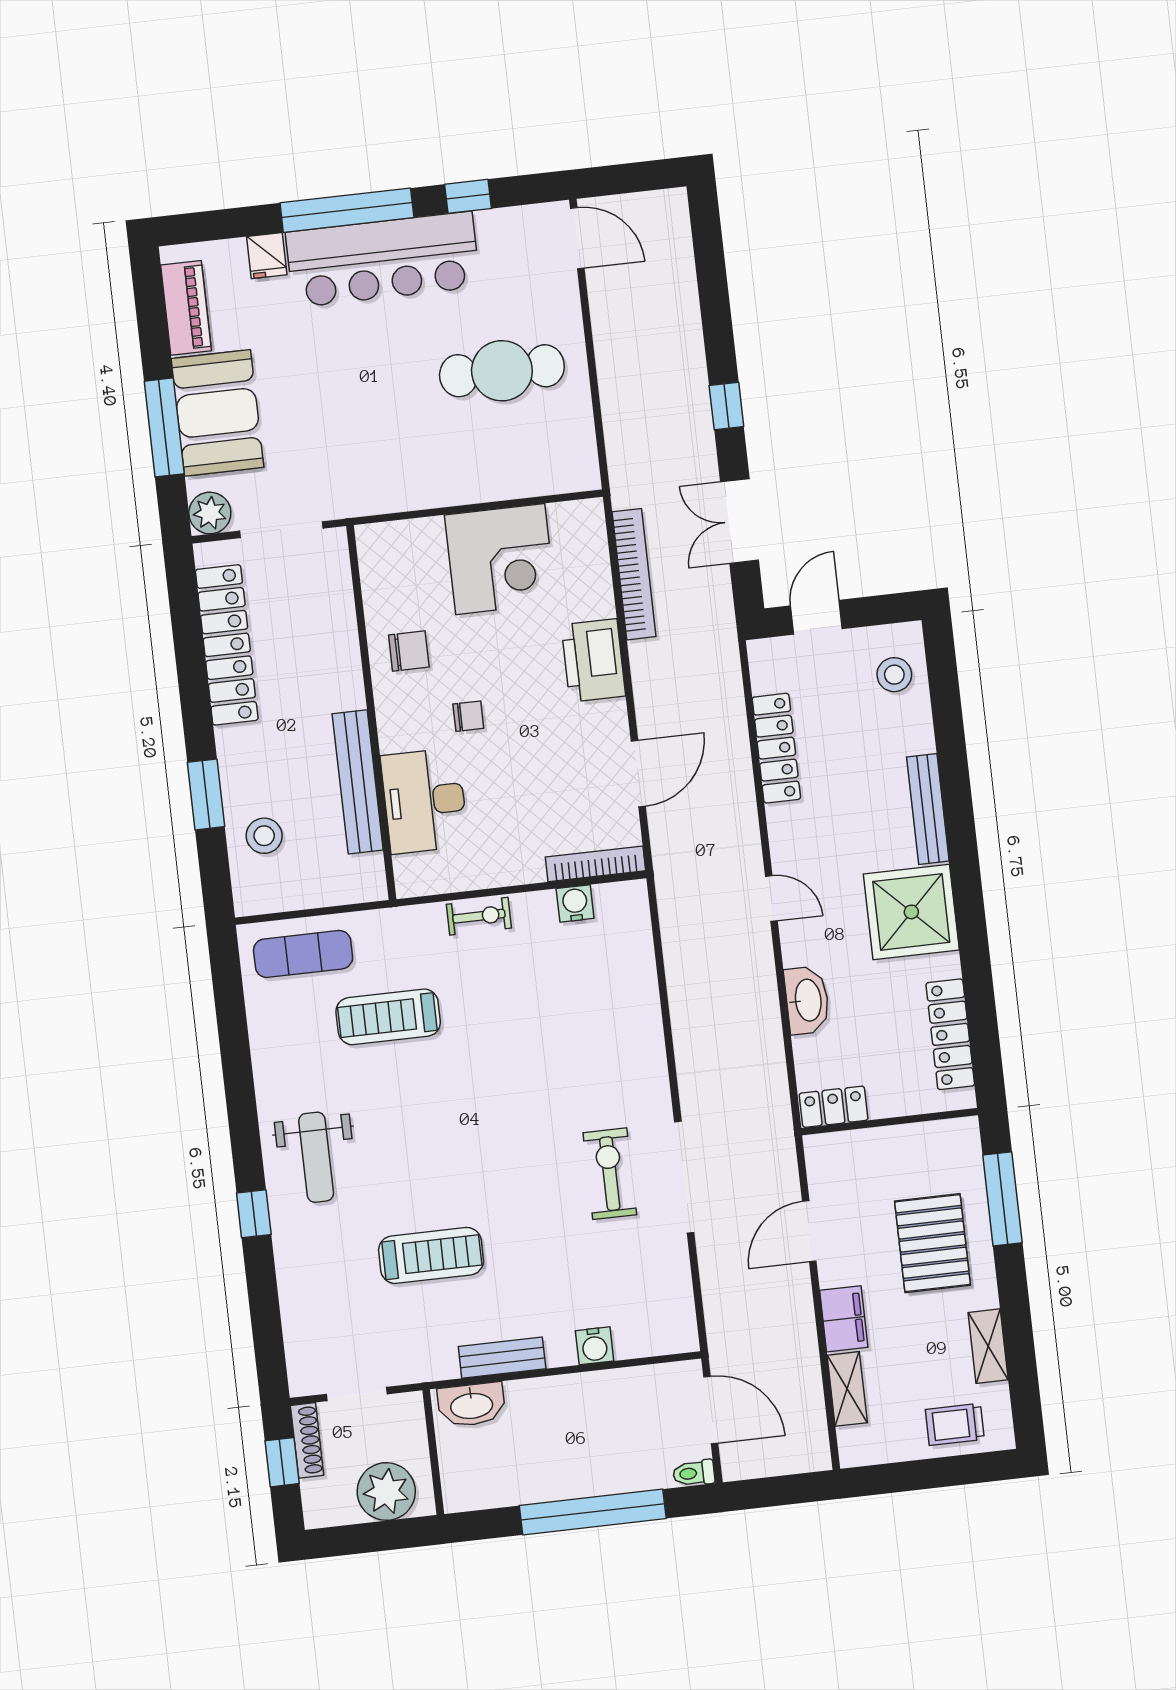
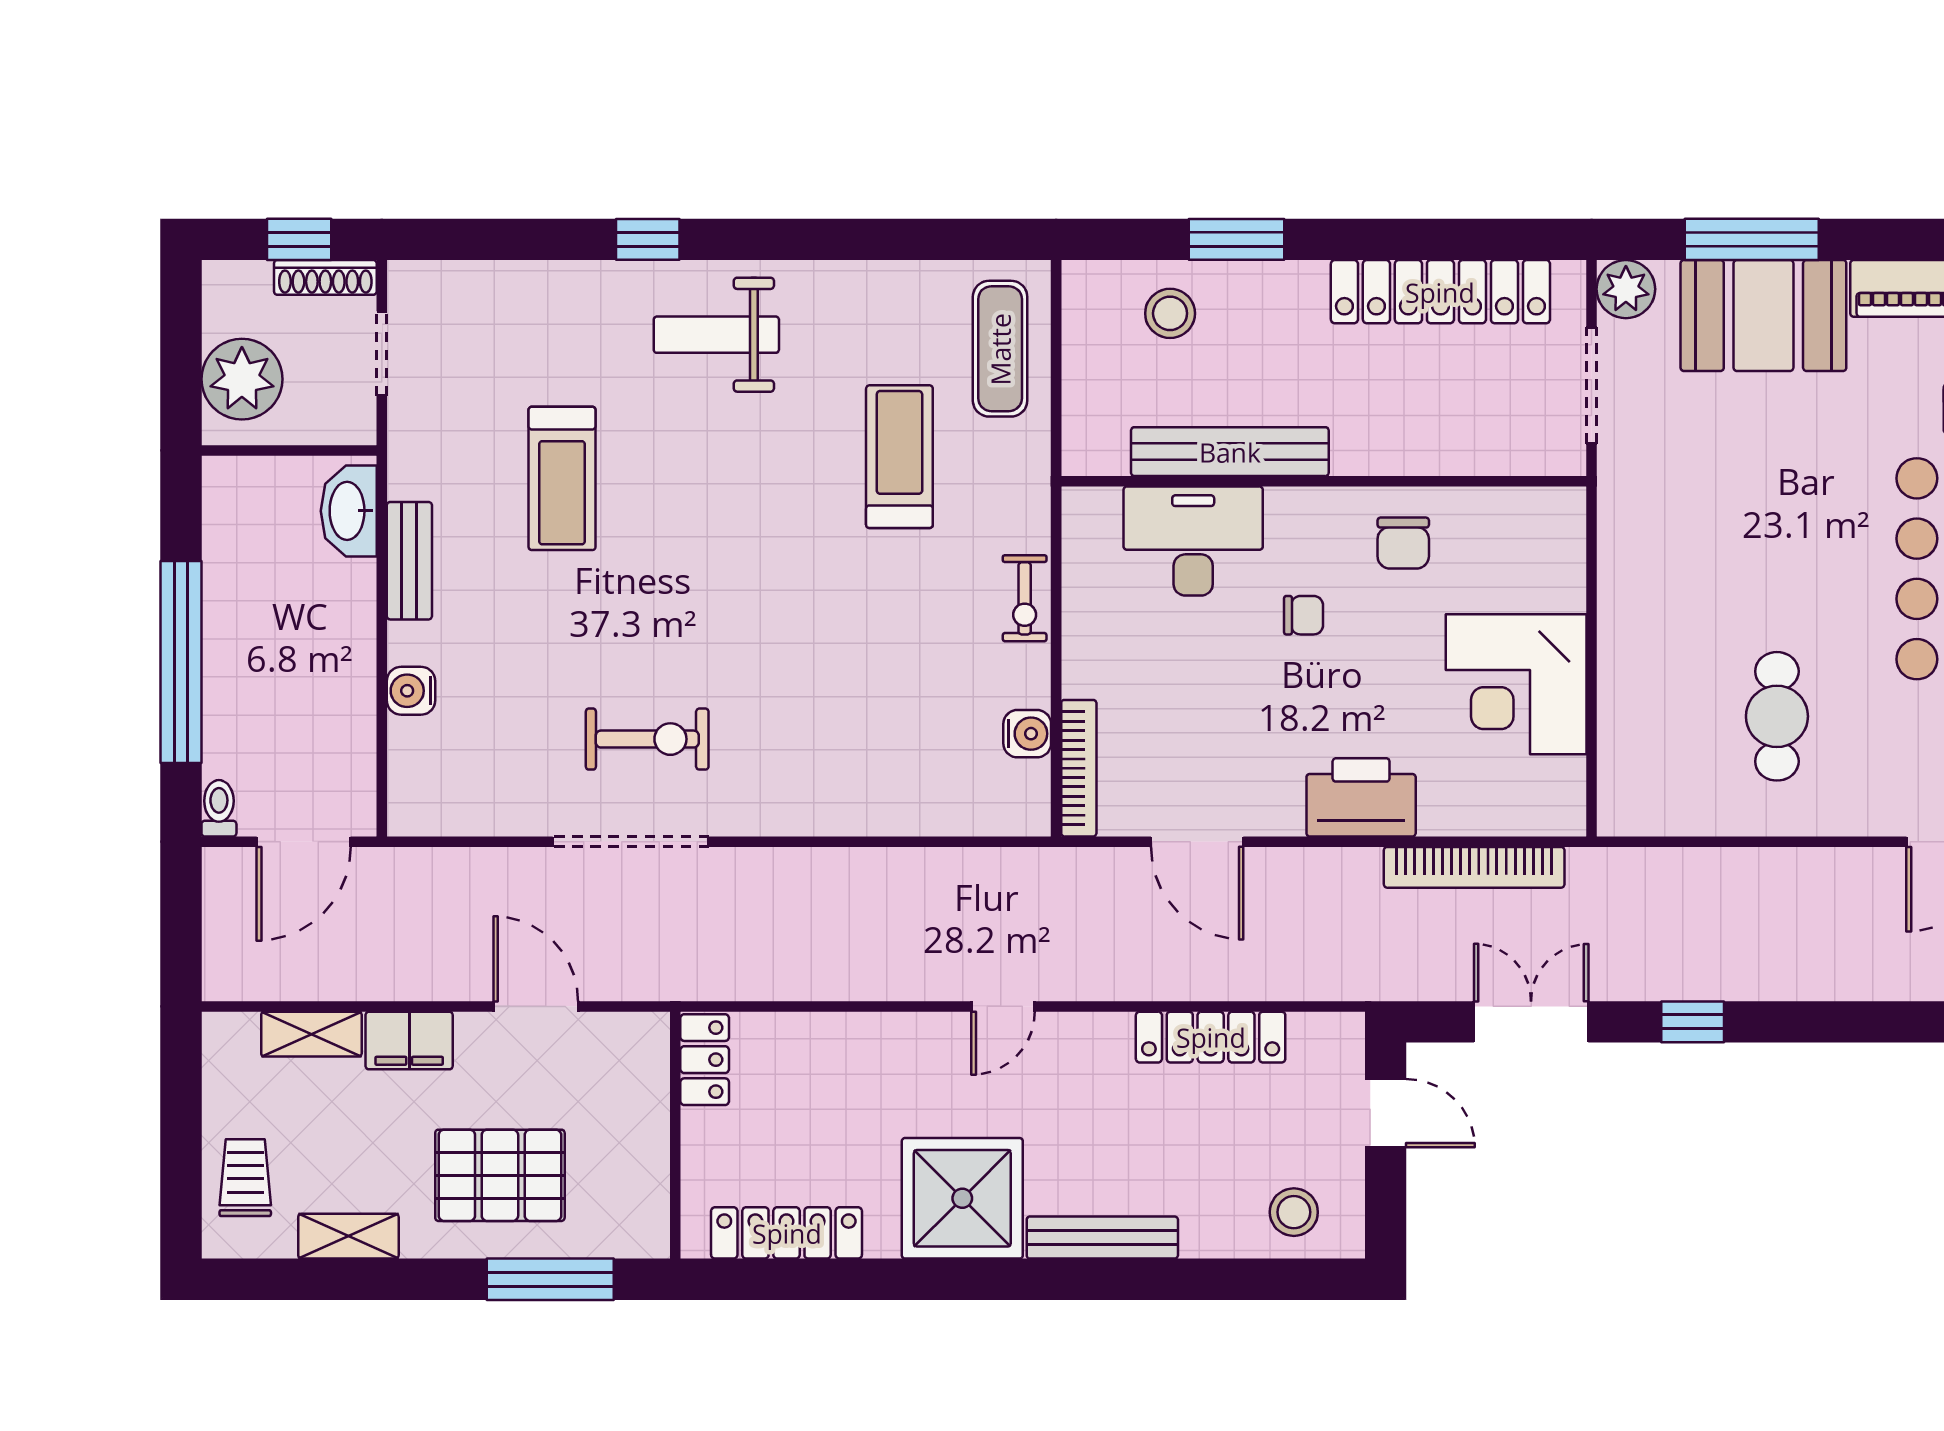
cafe table: (502, 371) -> (1777, 716), width x0.73, depth x0.74
chair: (468, 716) -> (1304, 615), turned -90
washbasin: (807, 1000) -> (856, 1040), removed

